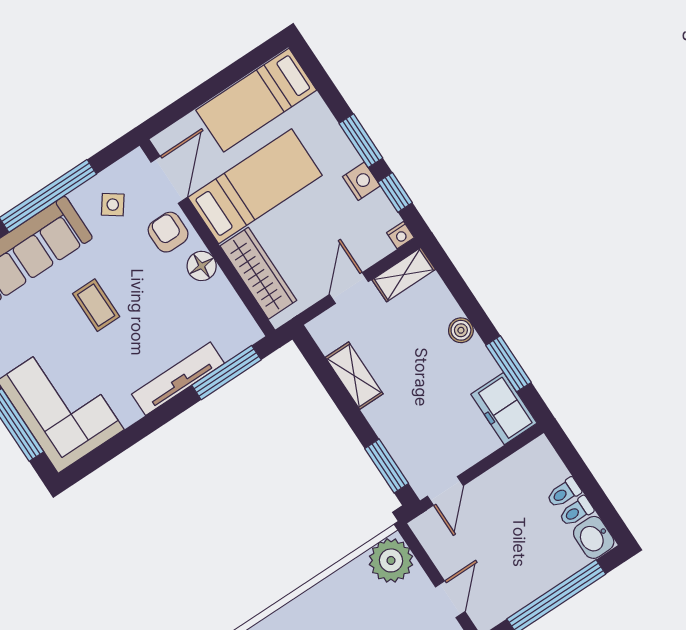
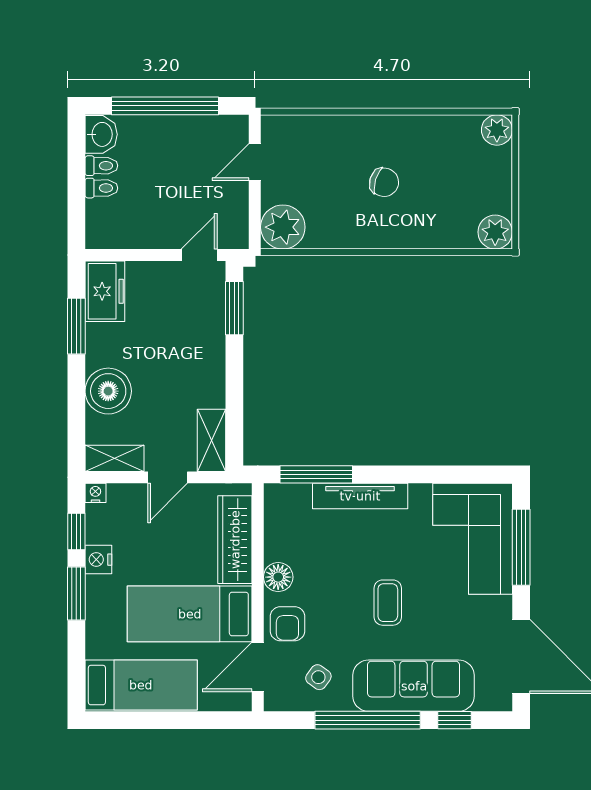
boiler: (461, 330) -> (108, 391), width x1.86, depth x1.86
shelving: (354, 376) -> (212, 440), moved

